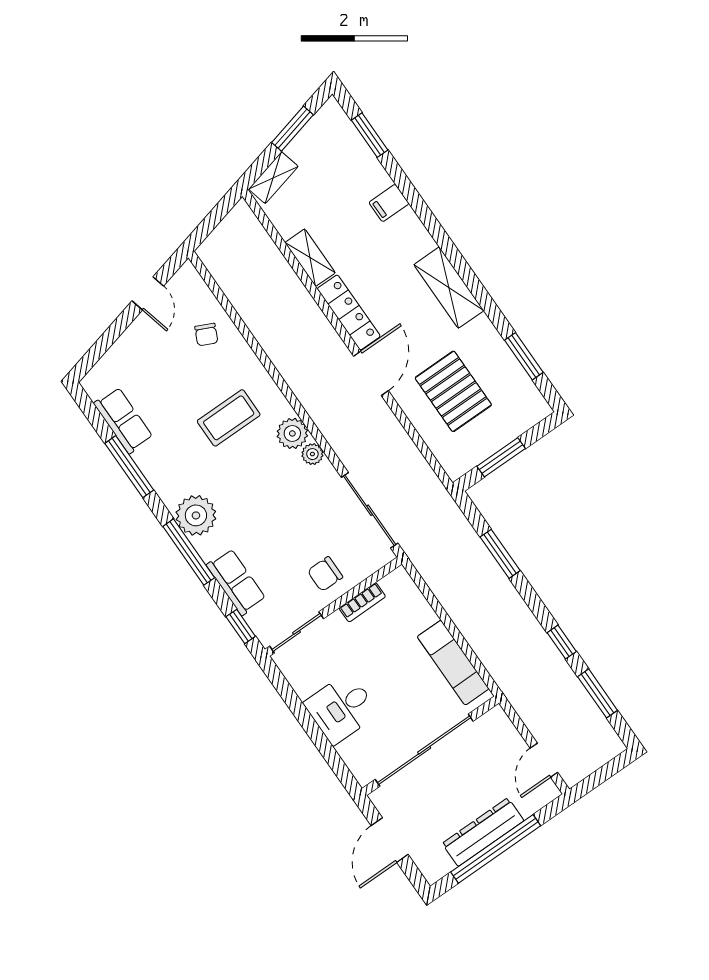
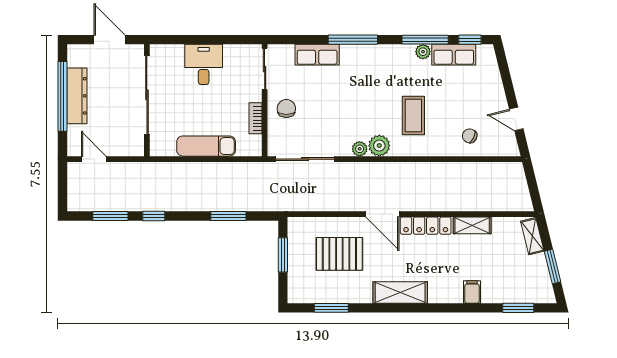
plant: (196, 515) -> (423, 52), moved, width x0.53, depth x0.53
window: (241, 627) -> (470, 40), moved
exam couch: (453, 663) -> (206, 146), moved

